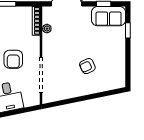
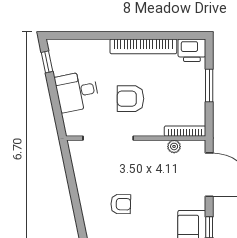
armchair: (87, 66) -> (121, 204), turned 116

